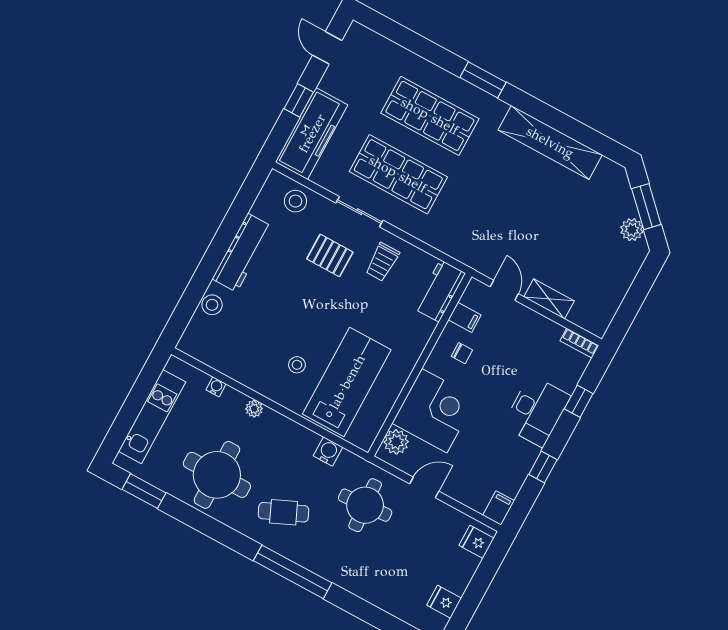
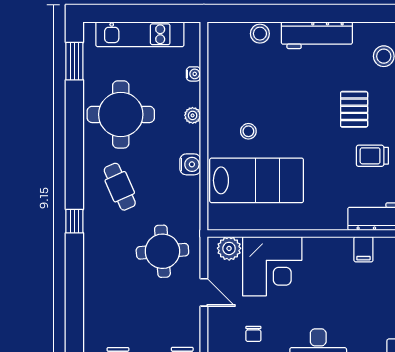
chair: (462, 353) -> (253, 334), moved
water cooler: (328, 452) -> (190, 164), moved
window: (293, 572) -> (74, 221), width x0.32

